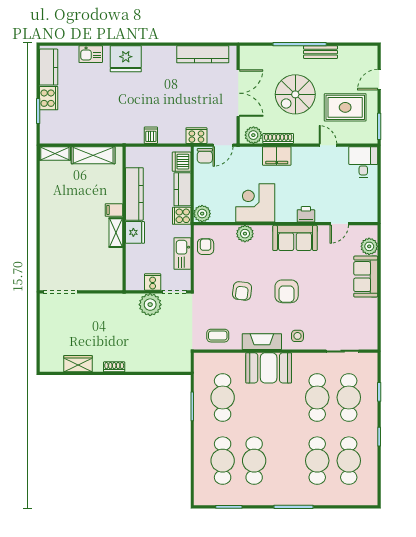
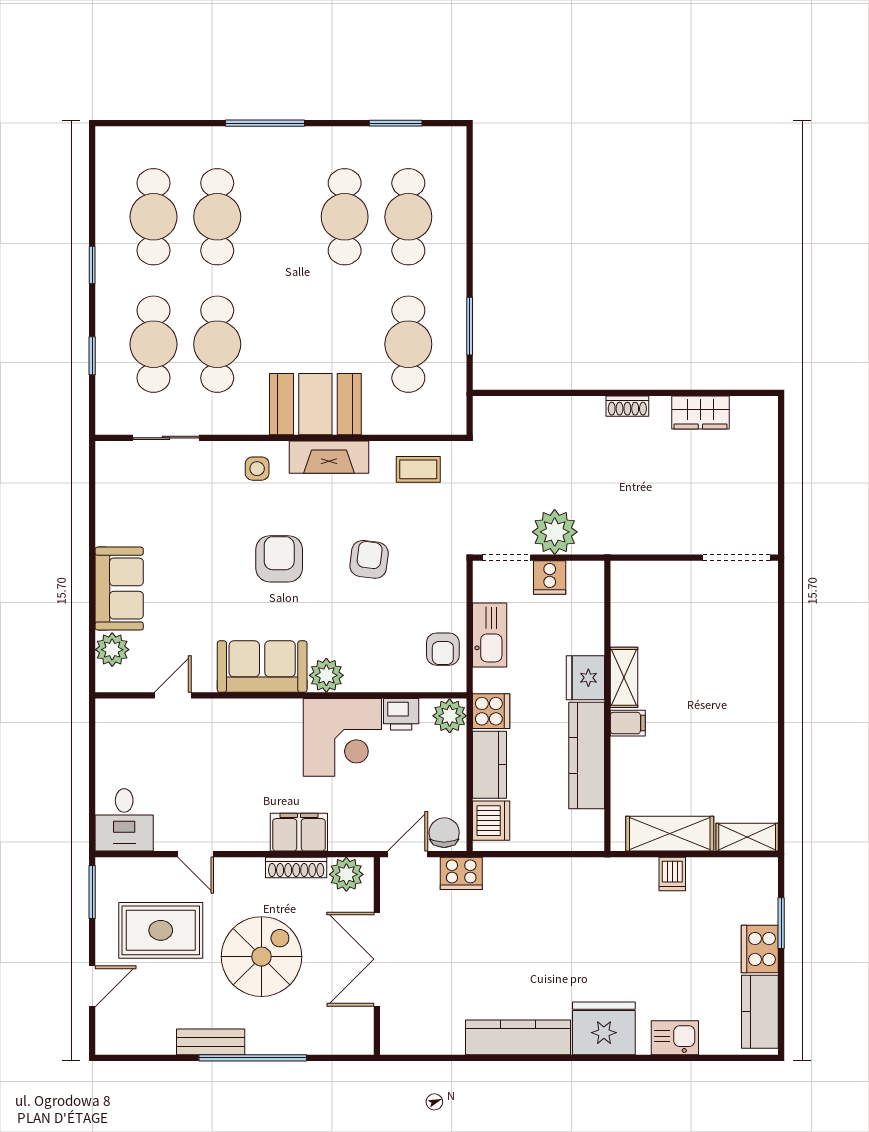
kitchen counter: (203, 54) -> (518, 1037), moved
dishwasher: (151, 135) -> (672, 874), moved
printer: (306, 214) -> (401, 714), moved
plant: (245, 234) -> (326, 675), moved

